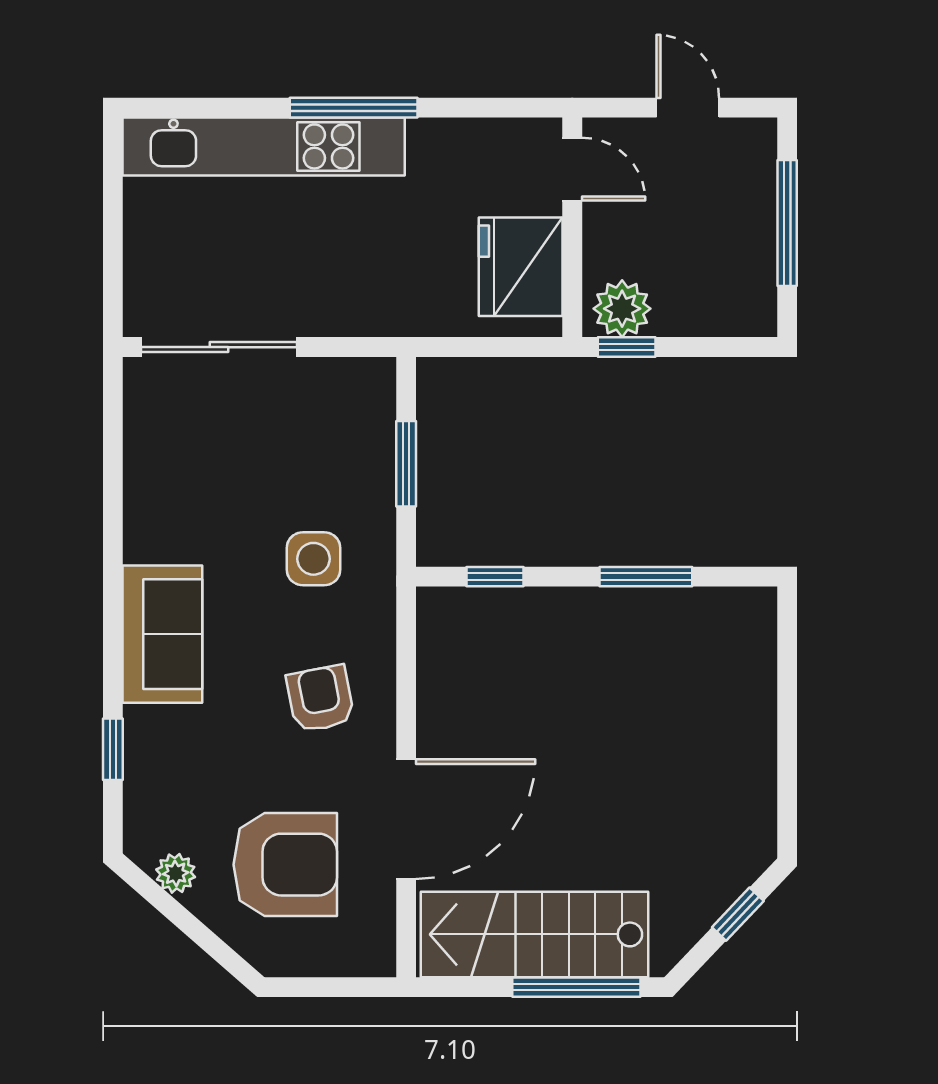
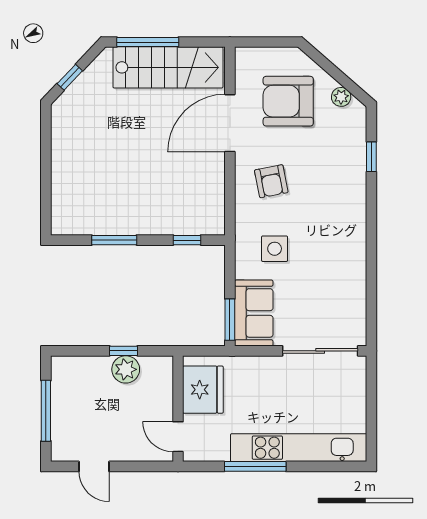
door: (572, 169) -> (178, 437), moved
wall: (572, 227) -> (178, 409), moved
fridge: (521, 267) -> (203, 390), moved
window: (406, 464) -> (230, 320), moved
sofa: (162, 634) -> (254, 313), moved, turned 180

